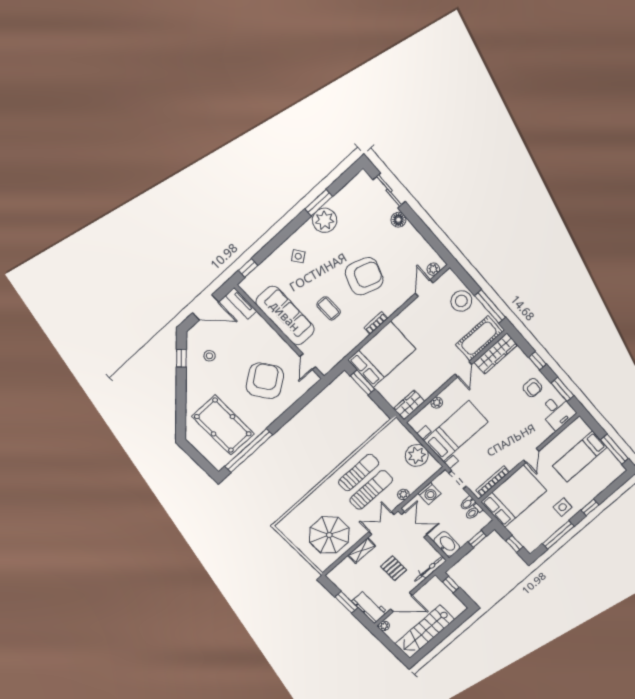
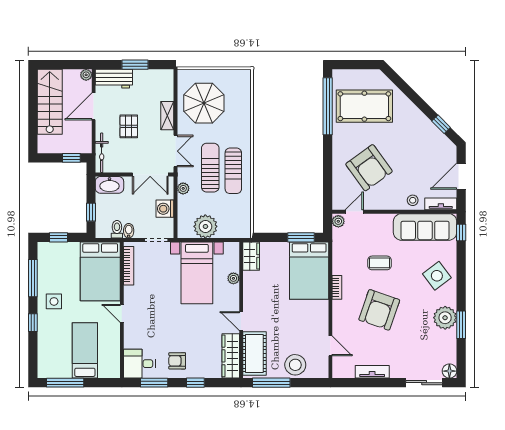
floor lamp: (398, 220) -> (449, 371), moved
tv unit: (416, 239) -> (372, 372), added
side table: (298, 256) -> (437, 276), width x1.87, depth x1.87
plant: (433, 269) -> (338, 221), moved
sofa: (285, 316) -> (425, 227), moved
stool: (209, 356) -> (413, 200), moved
door: (308, 362) -> (354, 212), hinge flipped
sun lounger: (371, 490) -> (210, 168), turned 180
pallet: (394, 568) -> (129, 126), turned 90

